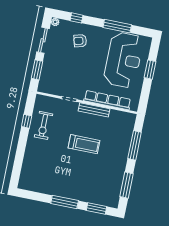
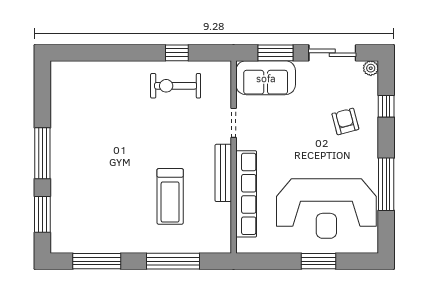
sofa: (49, 78) -> (266, 78), added
treadmill: (84, 144) -> (170, 196), moved

